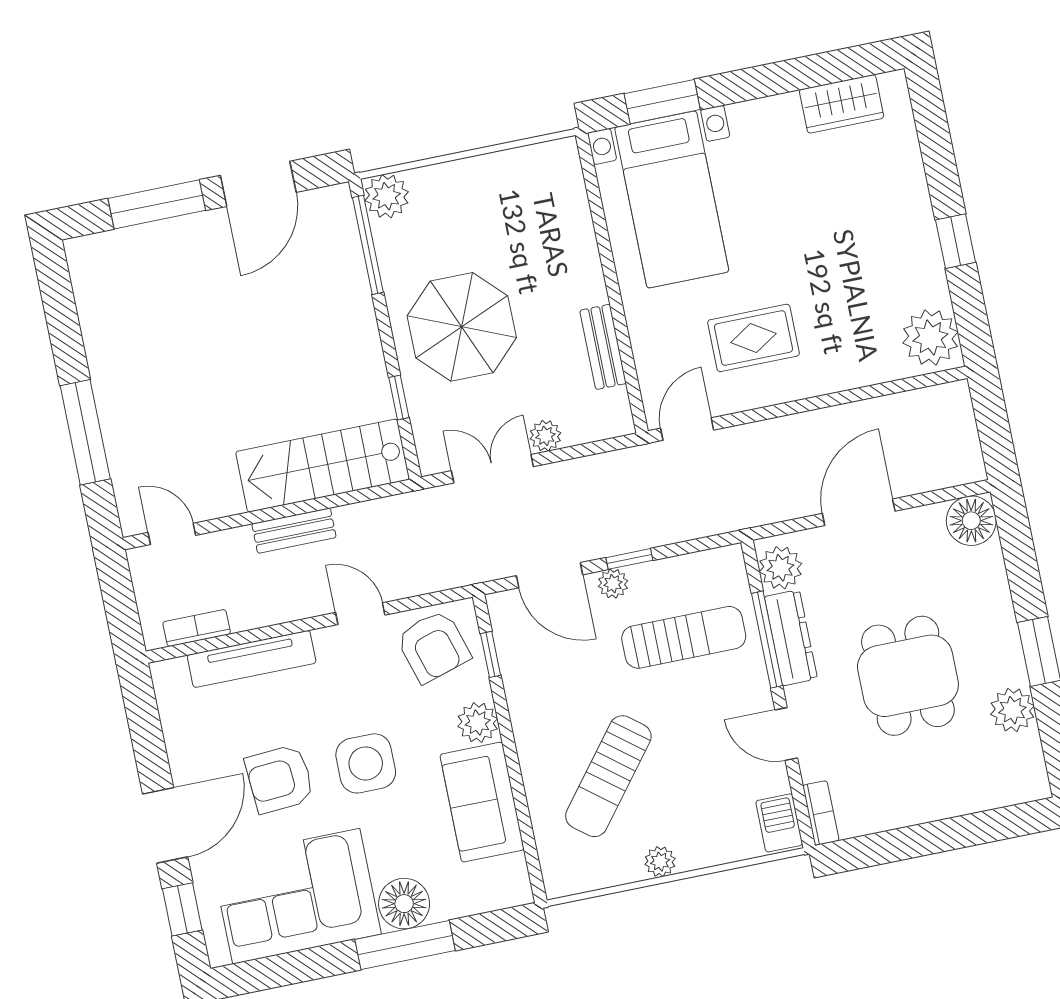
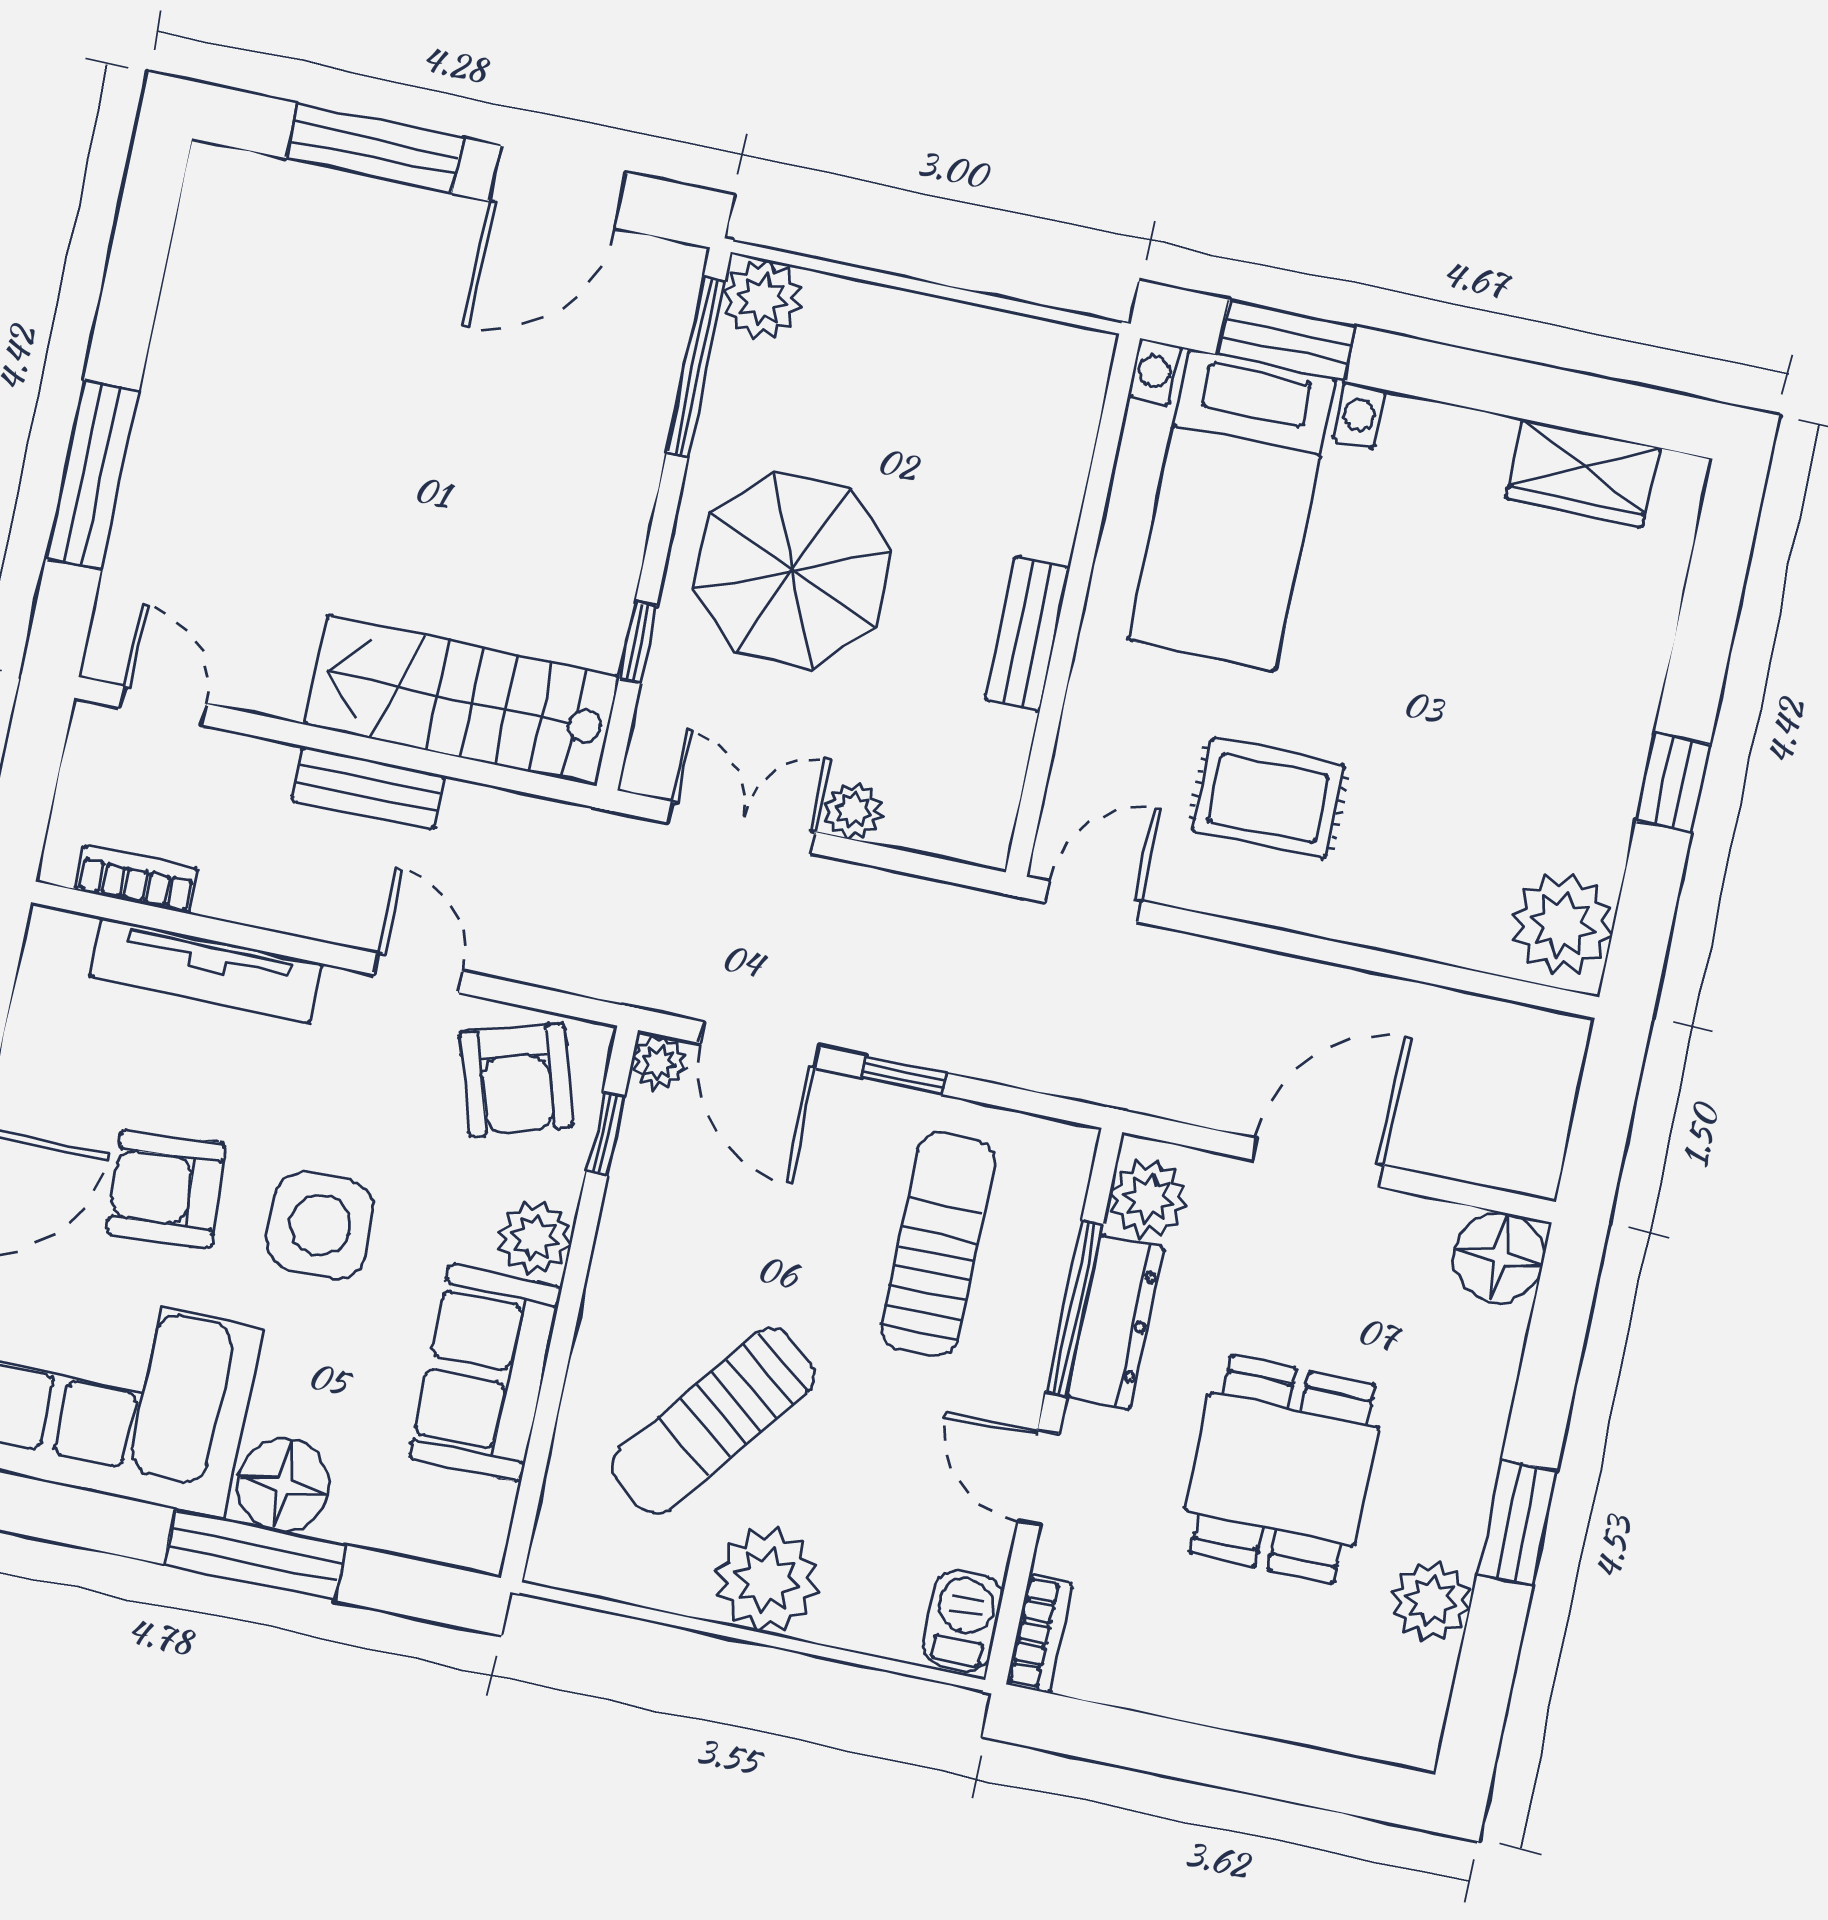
bench: (603, 347) -> (1028, 634), moved
plant: (613, 584) -> (659, 1062), moved
sun lounger: (684, 637) -> (938, 1245), turned -90
plant: (660, 862) -> (767, 1580), width x1.88, depth x1.88

